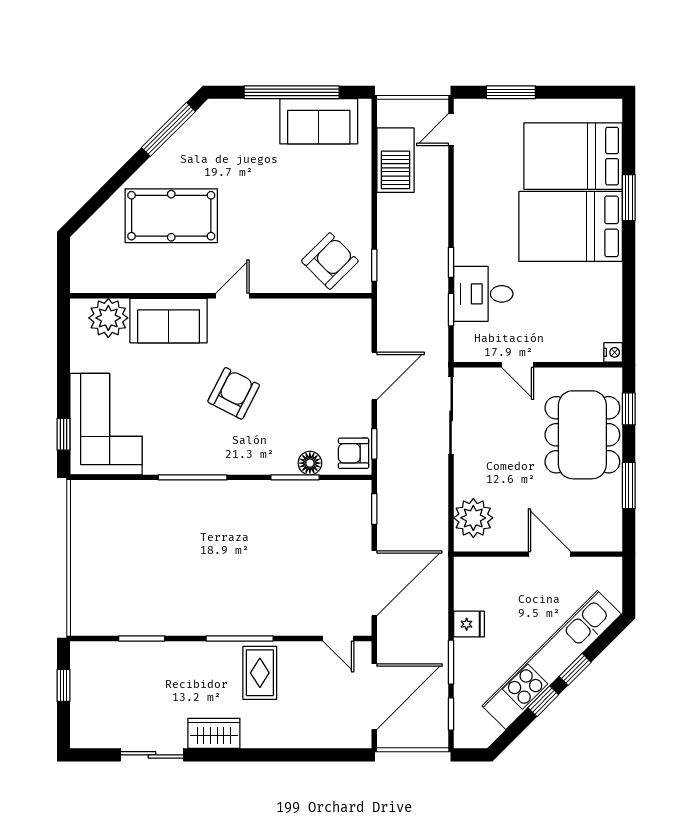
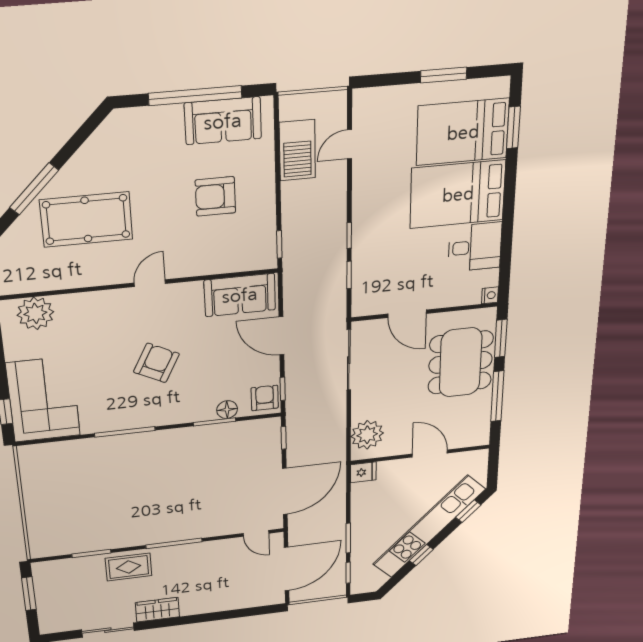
window: (511, 92) -> (444, 75), moved
window: (168, 129) -> (34, 189), moved
door: (451, 130) -> (349, 144), moved
window: (629, 198) -> (513, 127), moved
armchair: (330, 261) -> (215, 196), moved, turned -135
desk: (483, 294) -> (475, 247), moved, turned 180
sofa: (169, 321) -> (240, 295), moved
door: (518, 365) -> (407, 314), width x1.38
door: (374, 376) -> (281, 336), swing flipped
window: (629, 409) -> (501, 338), width x1.50
armchair: (353, 453) -> (265, 398), turned 90
window: (629, 485) -> (497, 396), width x1.44
fridge: (469, 624) -> (363, 472), moved
window: (575, 669) -> (468, 511), moved
rug: (260, 673) -> (129, 567), moved, turned 90
window: (64, 685) -> (29, 594), width x1.50

